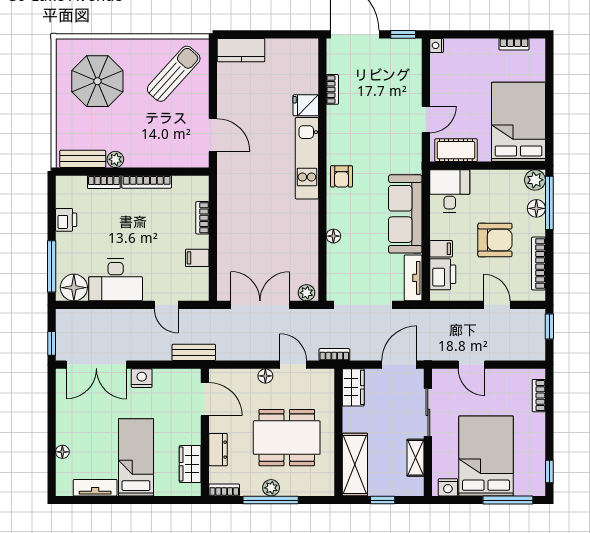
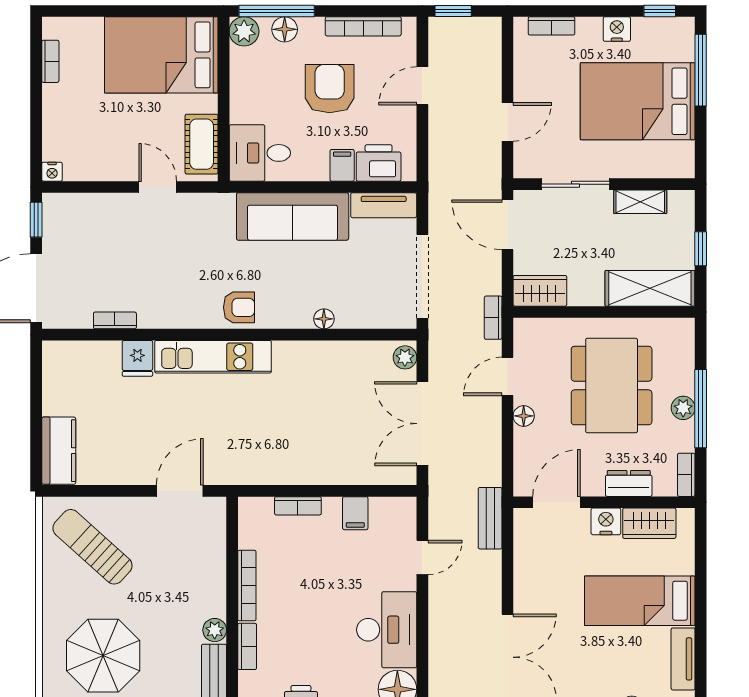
nightstand: (142, 378) -> (606, 521), moved, turned 90
nightstand: (448, 487) -> (617, 29), moved, turned -90

